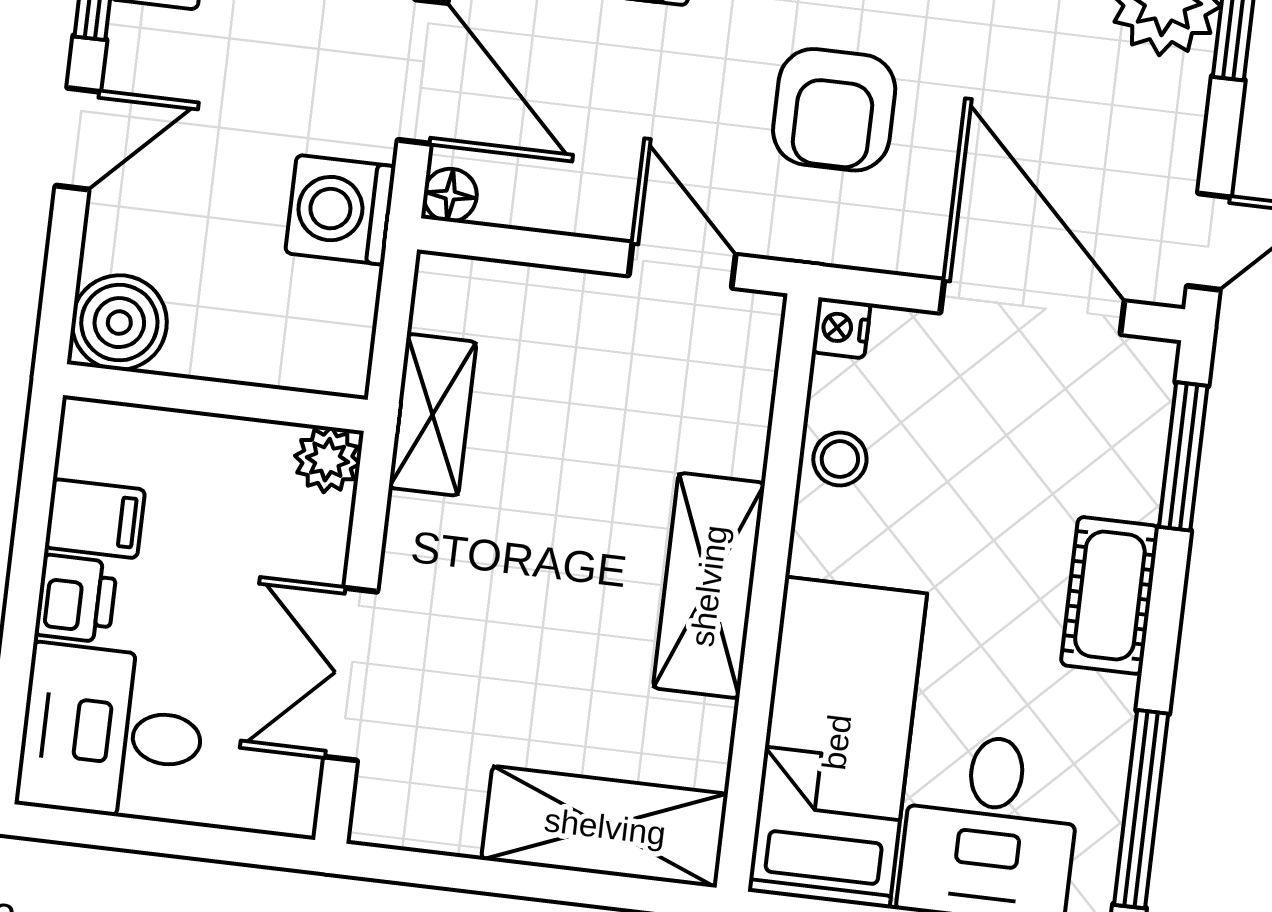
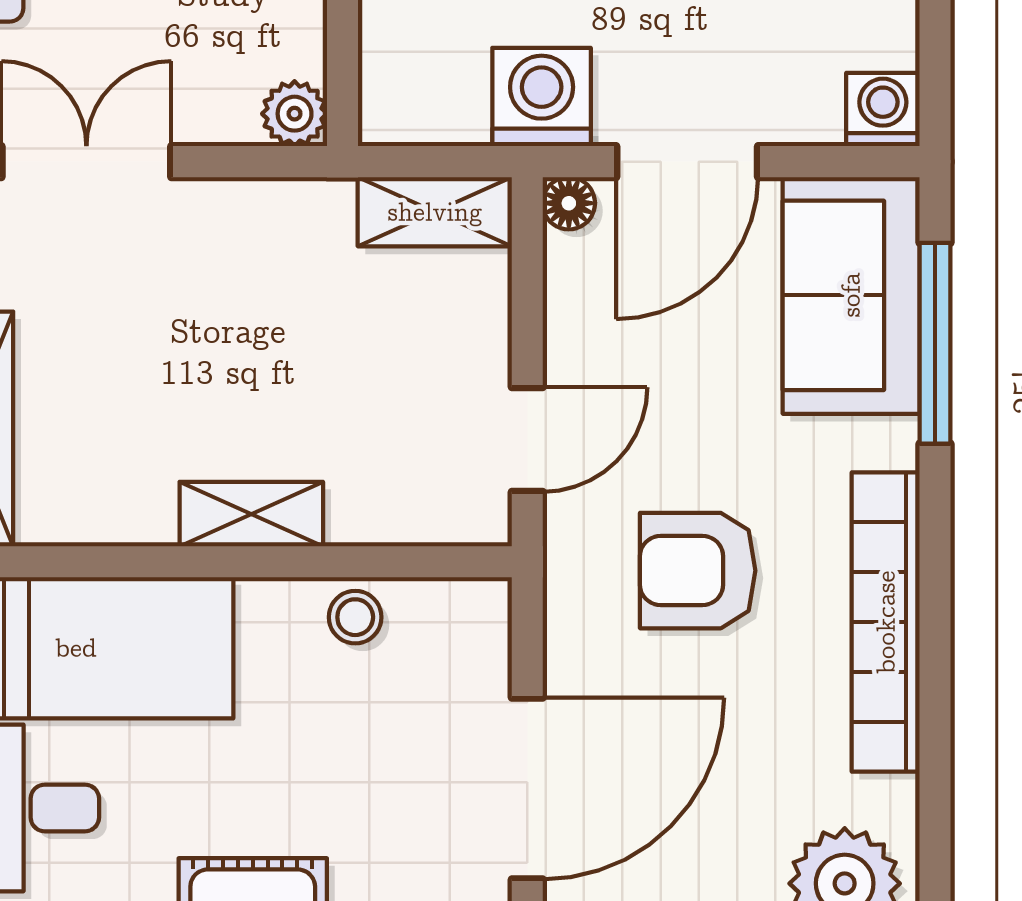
nightstand: (841, 328) -> (484, 603), removed
shelving: (433, 415) -> (435, 212), moved
shelving: (709, 586) -> (251, 514), width x0.67, depth x0.75

